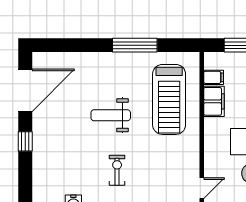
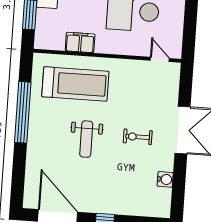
window: (135, 45) -> (23, 112), width x1.46
filing cabinet: (214, 77) -> (58, 41), removed

